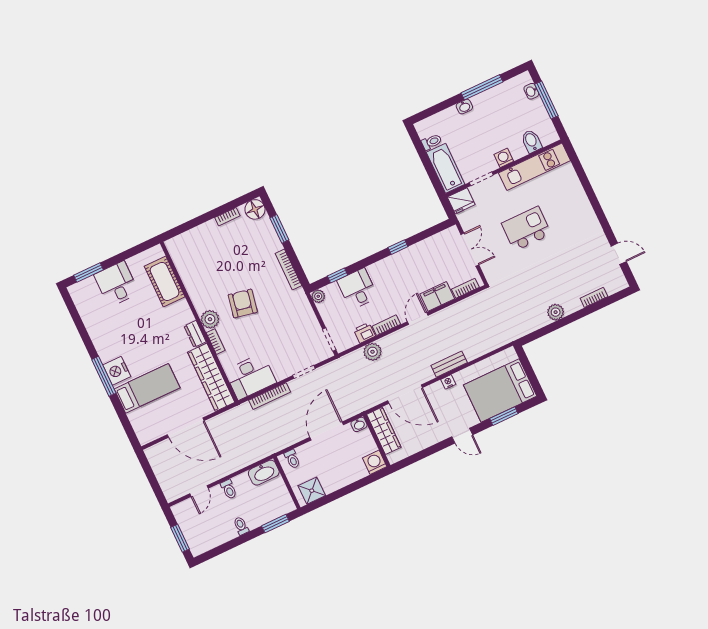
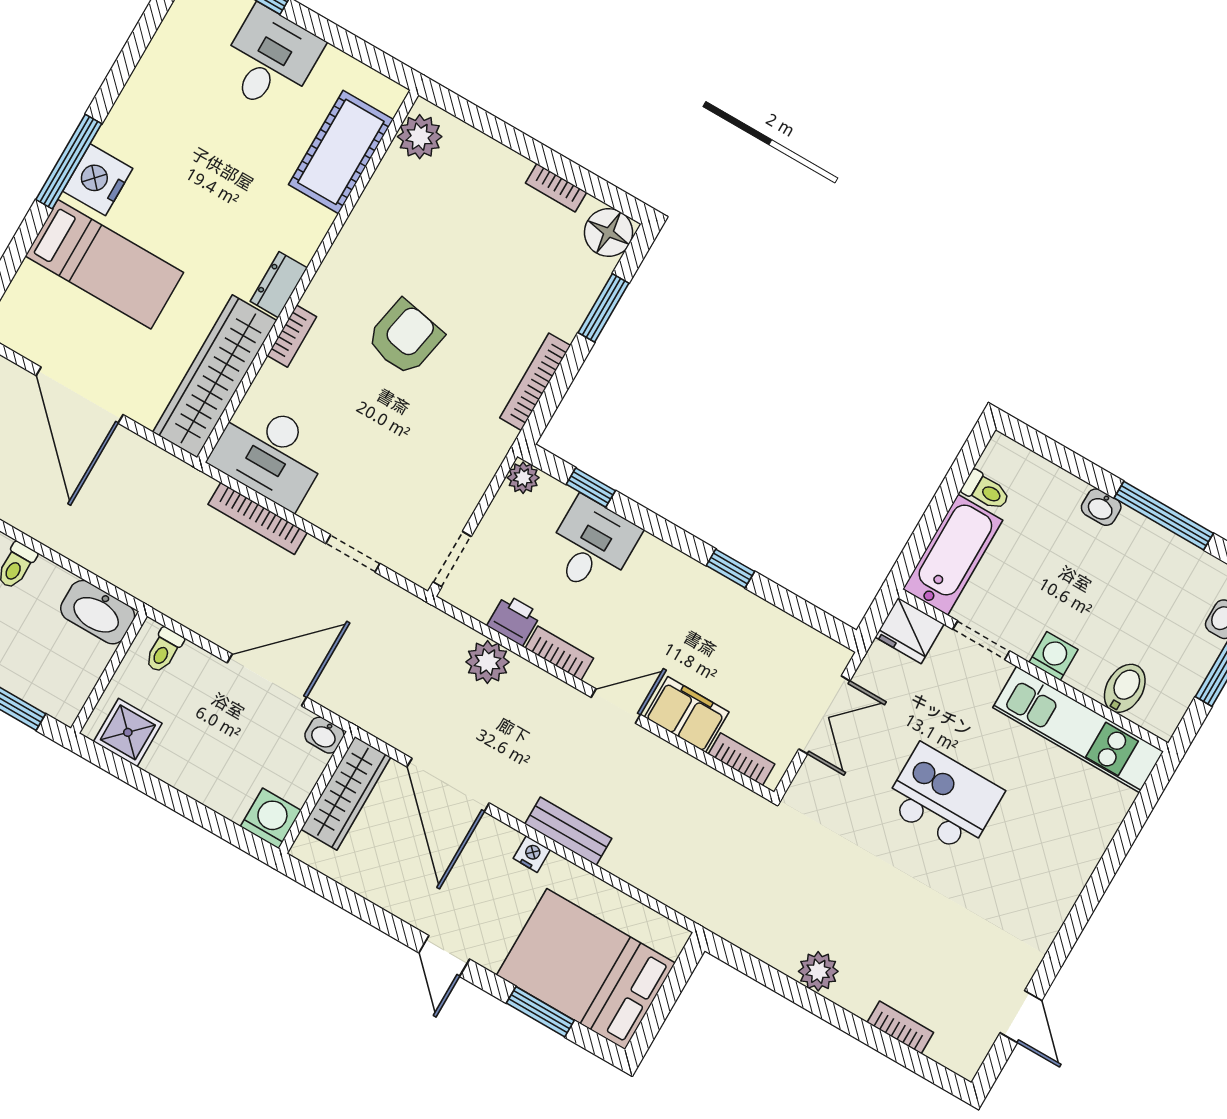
plant: (210, 319) -> (420, 137), moved

